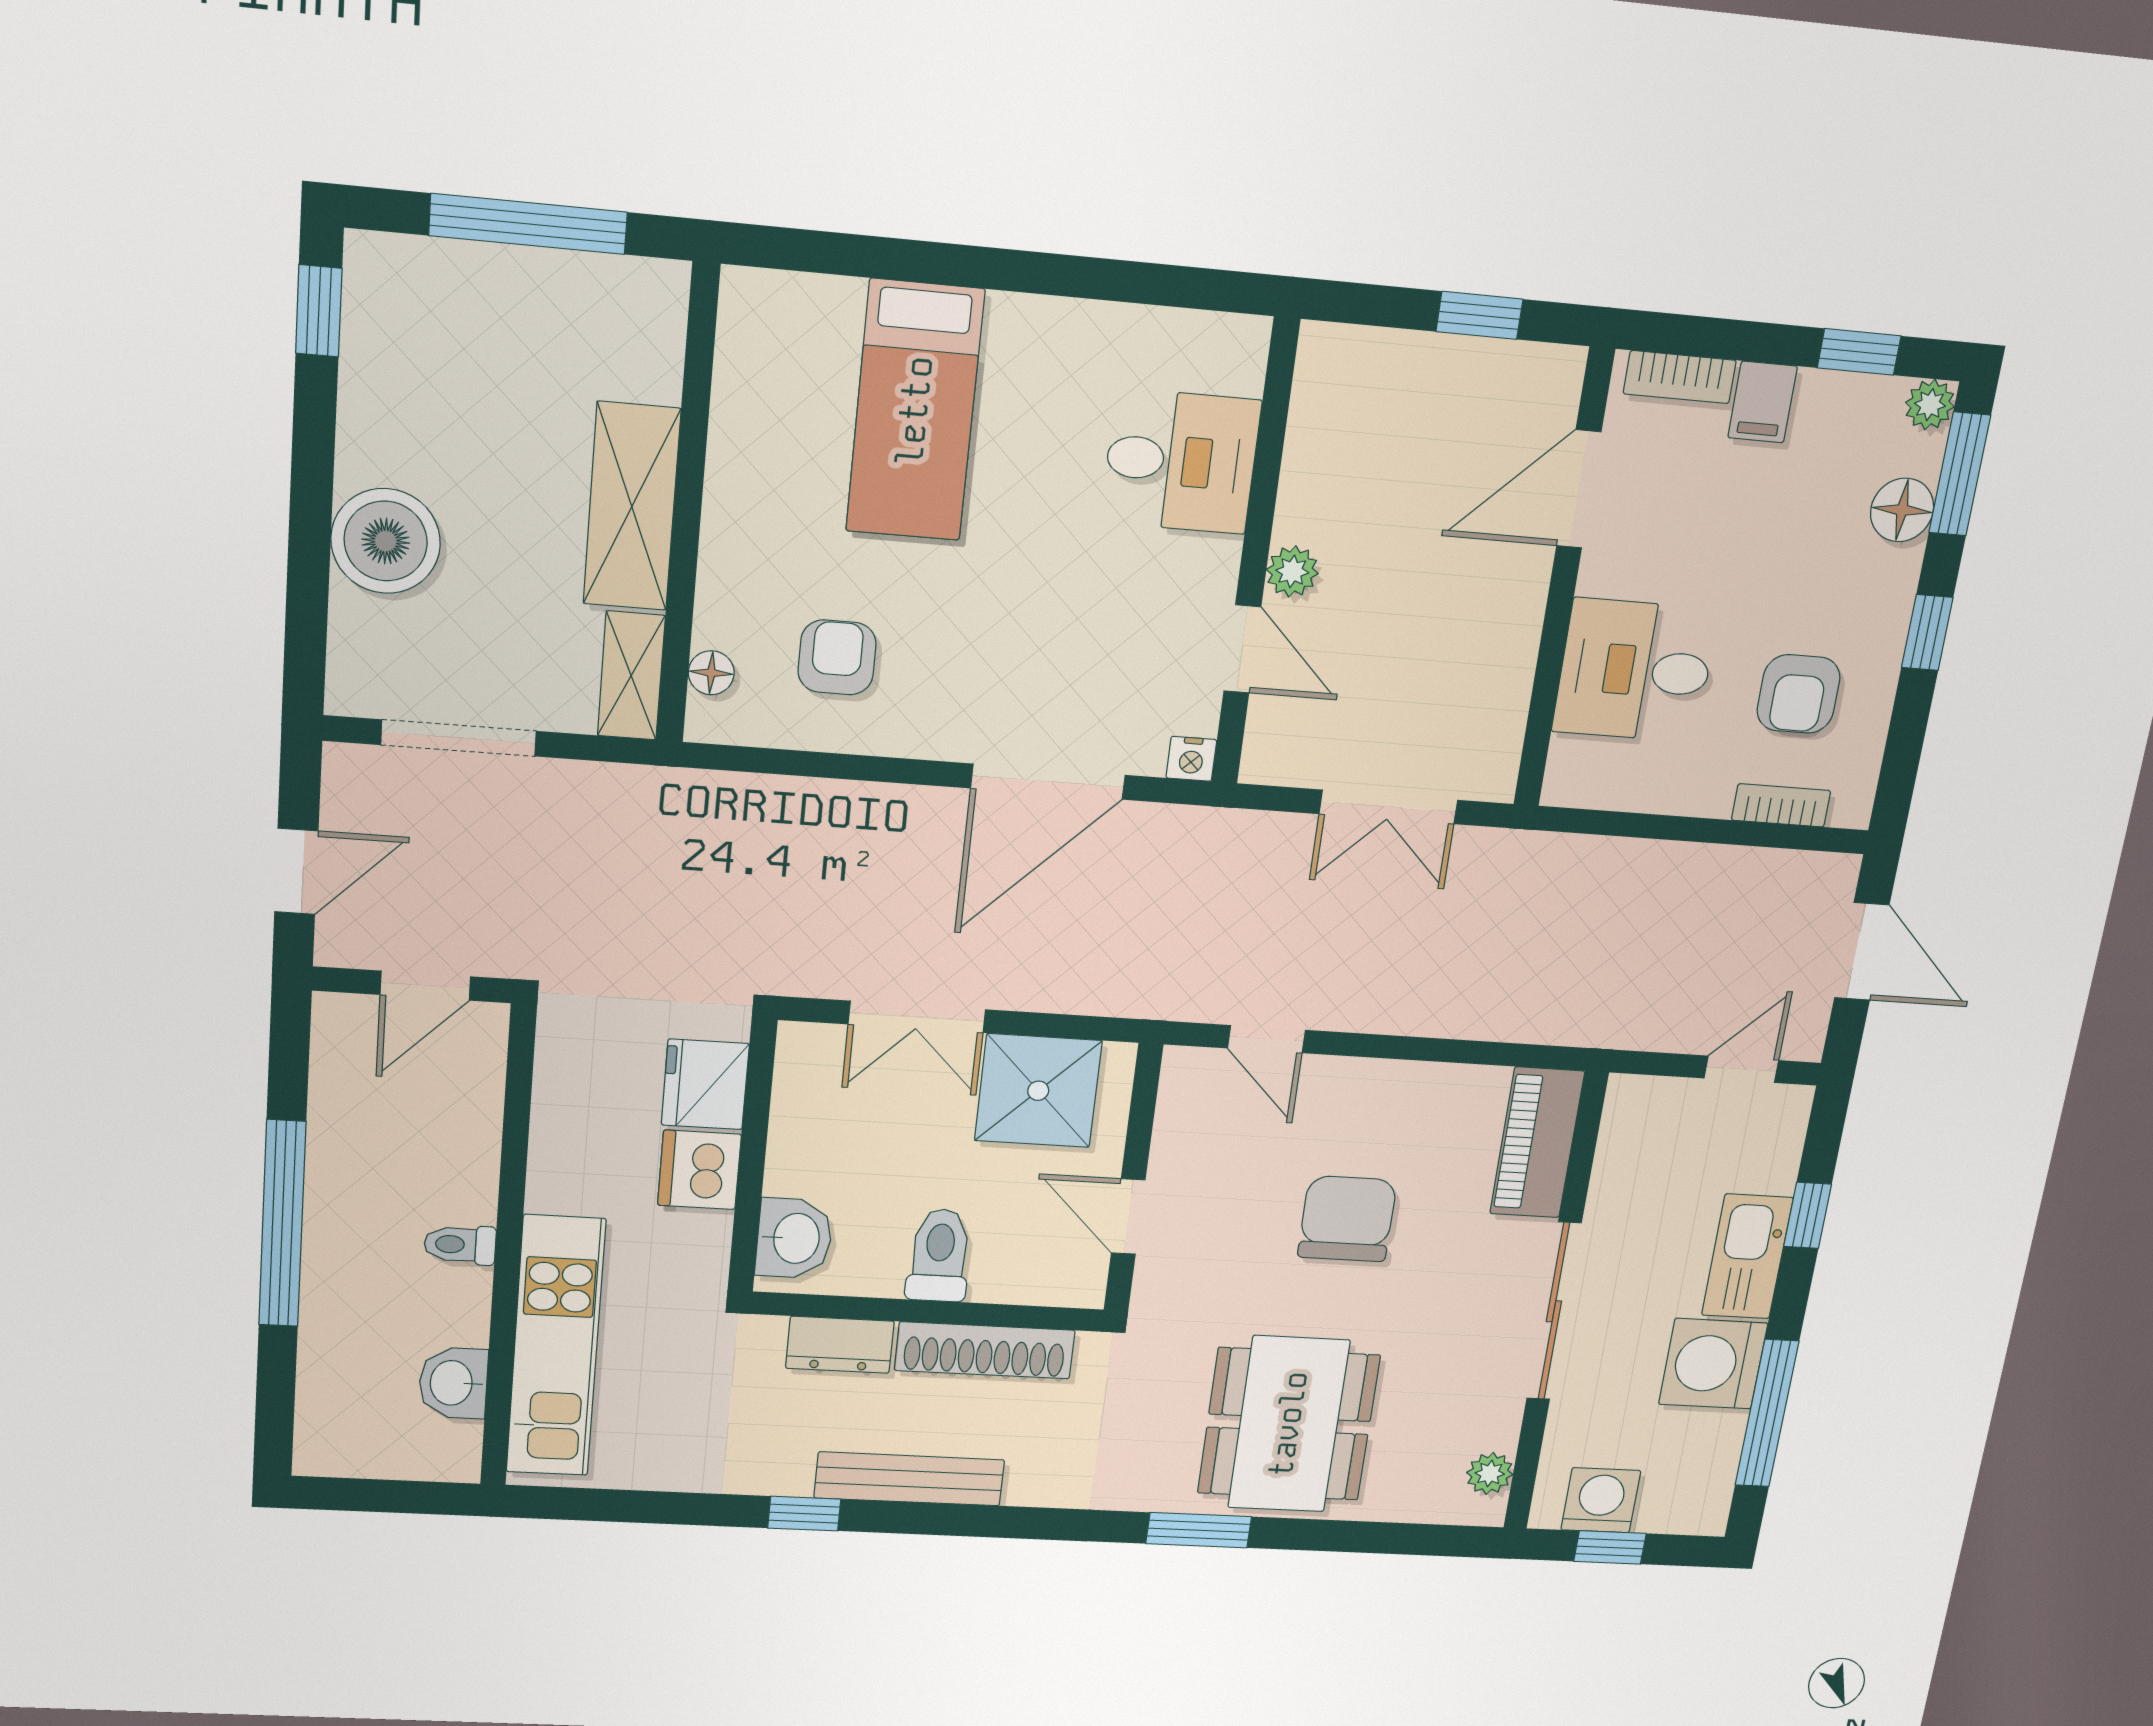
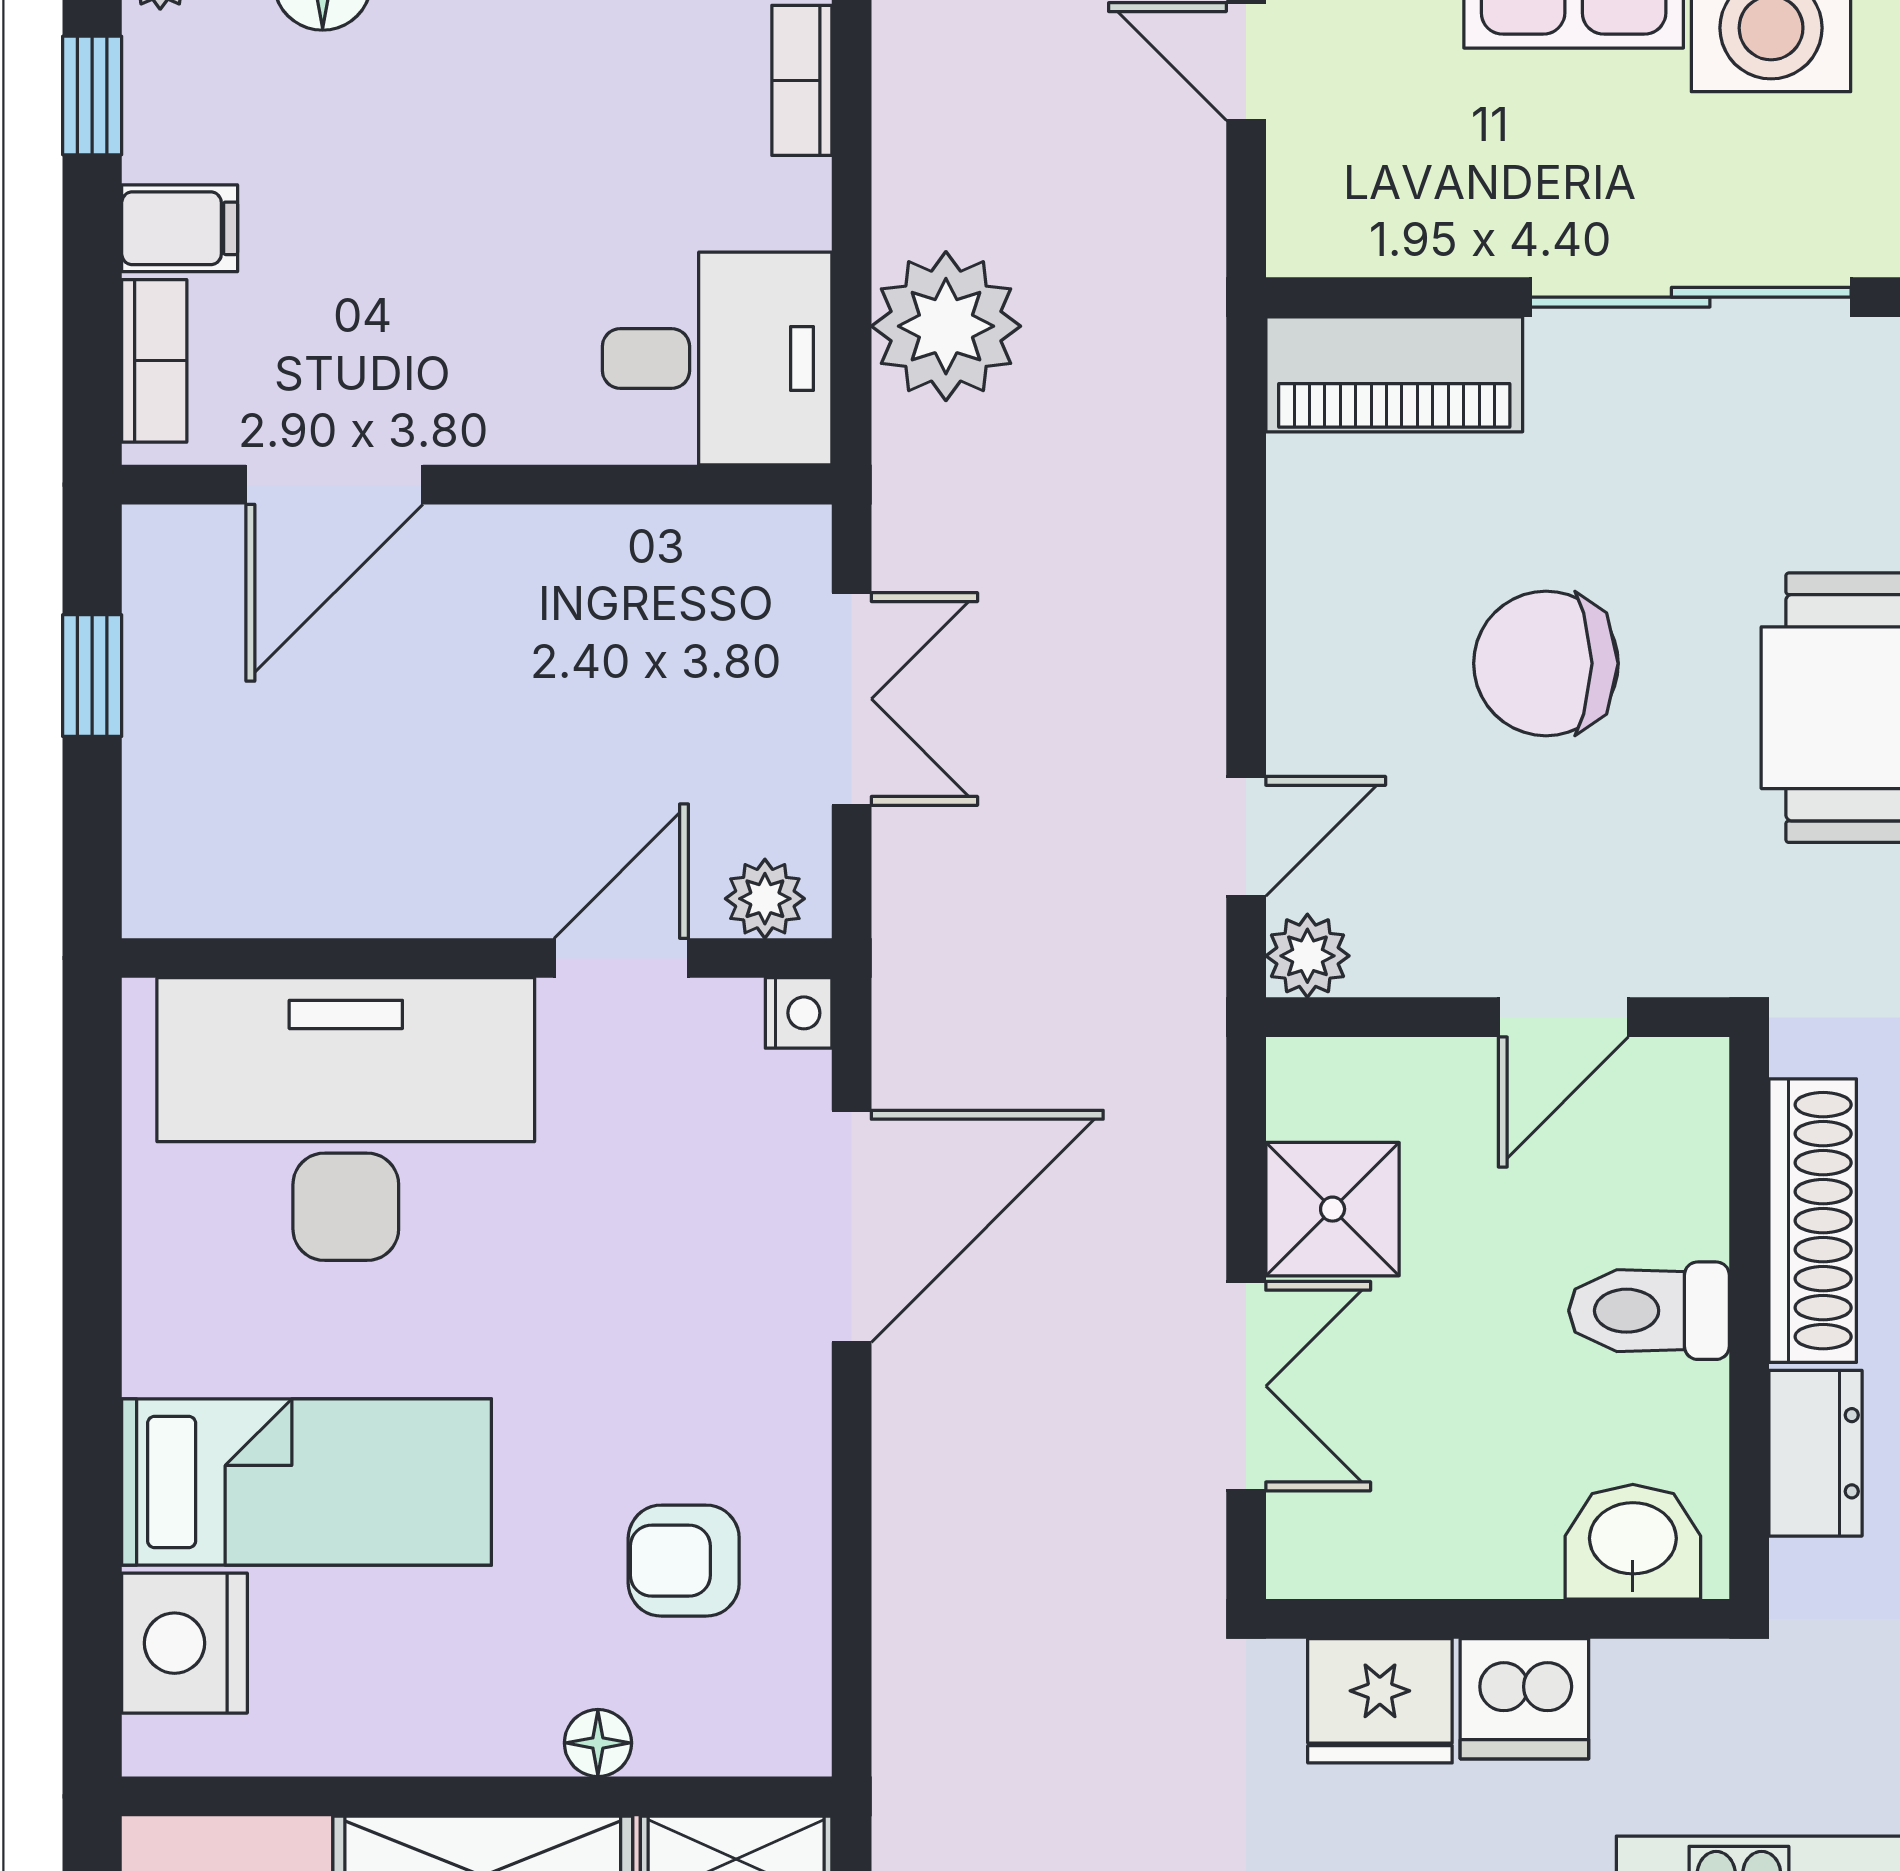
nightstand: (811, 316) -> (185, 1643), added
desk: (1181, 461) -> (346, 1119), width x1.87, depth x1.30
door: (1579, 489) -> (334, 485), hinge flipped
plant: (1292, 571) -> (765, 899), moved
desk: (1635, 670) -> (717, 358), moved, turned -90
floor lamp: (711, 673) -> (598, 1743), moved
armchair: (1799, 694) -> (621, 87), removed
door: (1048, 782) -> (852, 1226), hinge flipped
plant: (1613, 882) -> (946, 326), added
plant: (1186, 1071) -> (1307, 956), added
shower: (1038, 1091) -> (1333, 1209), width x0.73, depth x0.73

